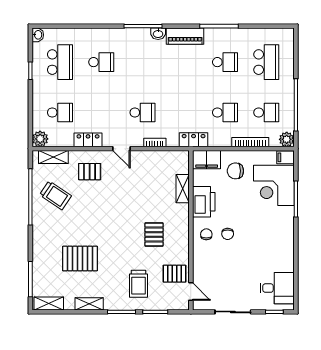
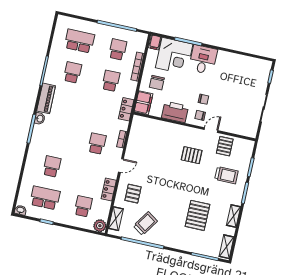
plant: (287, 139) -> (141, 39), removed
shelving: (183, 189) -> (162, 126), removed
desk: (277, 288) -> (203, 60), moved
door: (191, 292) -> (211, 130), moved

